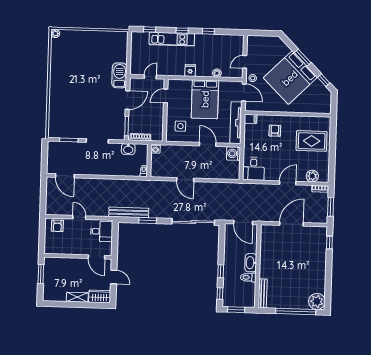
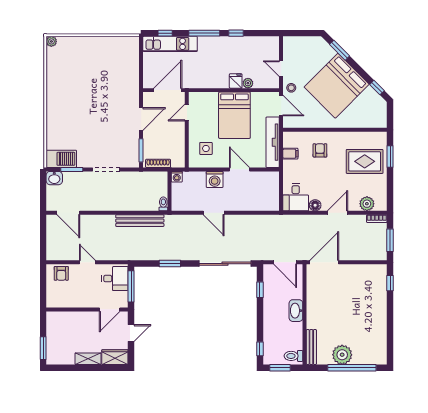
window: (182, 31) -> (204, 33), width x2.17
kitchen unit: (172, 39) -> (170, 44), moved
window: (303, 58) -> (340, 50), moved
door: (245, 62) -> (281, 69), hinge flipped
fridge: (190, 70) -> (236, 81), moved
barbecue: (119, 75) -> (61, 159), moved, turned 90
door: (150, 77) -> (168, 90), width x1.88
filing cabinet: (251, 119) -> (290, 154), moved
window: (333, 138) -> (390, 157), added
washbasin: (128, 149) -> (54, 178), moved
washing machine: (234, 153) -> (215, 179), moved, turned -90
floor lamp: (269, 176) -> (315, 205), added
bench: (129, 212) -> (140, 221), moved
door: (291, 224) -> (324, 262), moved
window: (115, 238) -> (131, 286), added
door: (96, 257) -> (110, 309), hinge flipped
window: (221, 271) -> (260, 290), moved
window: (41, 274) -> (43, 348), moved
door: (114, 277) -> (131, 333), hinge flipped
toilet: (248, 277) -> (293, 356), moved
plant: (317, 301) -> (342, 355), moved

